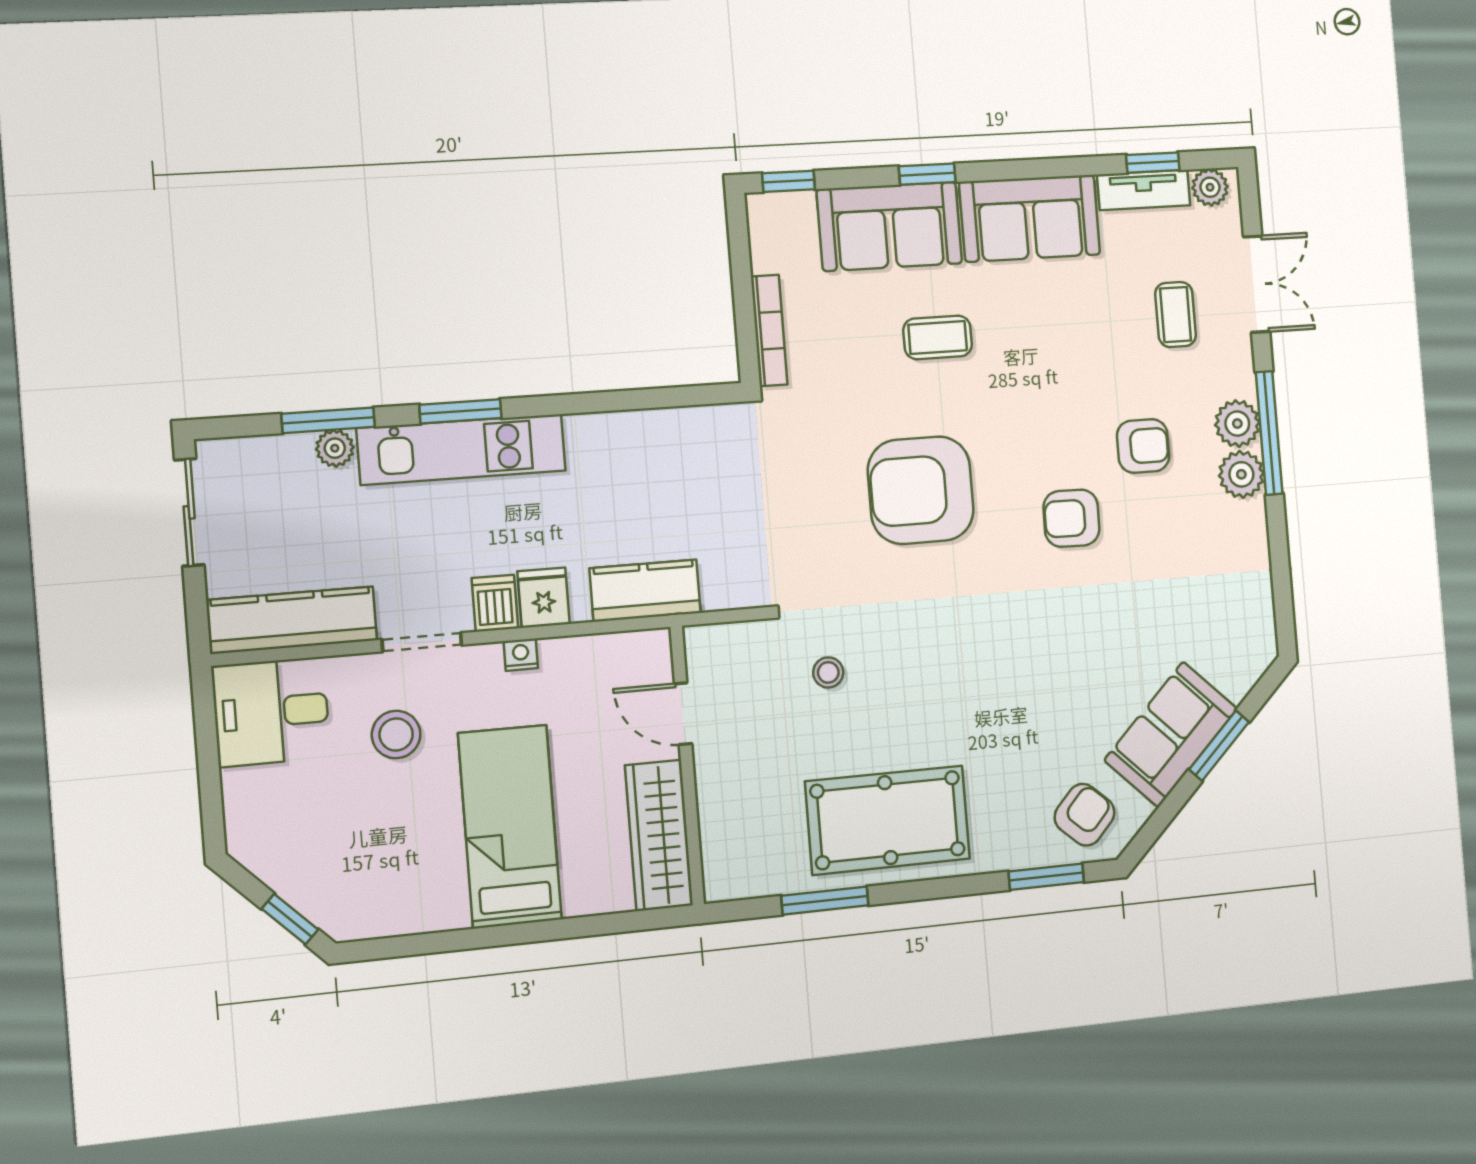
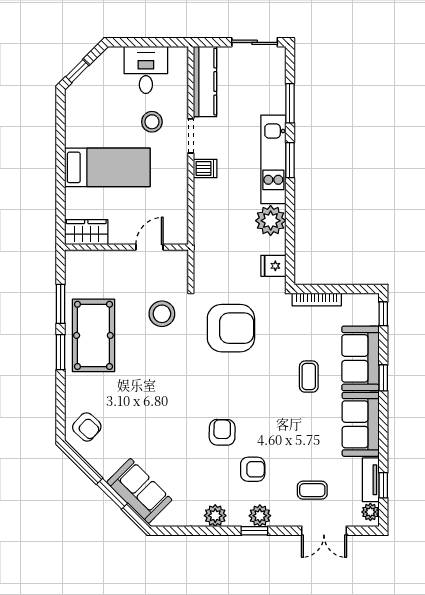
window: (1269, 433) -> (254, 531), width x0.46
armchair: (1143, 446) -> (253, 469), turned -90
plant: (335, 448) -> (271, 221), moved, width x1.88, depth x1.88
plant: (1241, 474) -> (215, 516), moved
armchair: (921, 490) -> (231, 328), moved, turned 90
kitchen counter: (645, 591) -> (205, 235), removed
fridge: (544, 598) -> (273, 266), moved, turned 180
nightstand: (521, 655) -> (182, 178), removed
stool: (828, 672) -> (162, 314), width x1.89, depth x1.89
desk: (271, 712) -> (146, 70), moved
sofa: (1171, 734) -> (139, 491), moved
wardrobe: (659, 835) -> (86, 232), width x0.67
window: (1046, 877) -> (61, 352), moved

